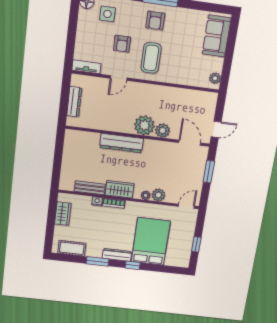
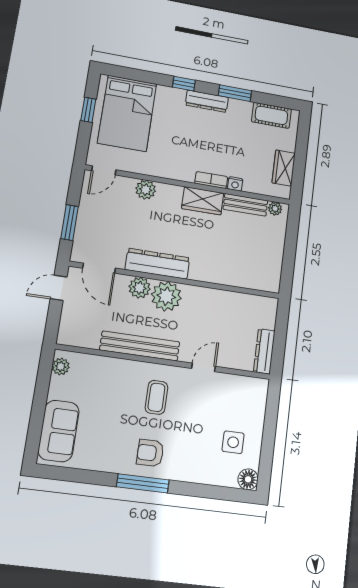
side table: (107, 14) -> (233, 442), moved
armchair: (155, 21) -> (150, 453), turned -90
armchair: (122, 44) -> (198, 418), removed
coffee table: (151, 58) -> (156, 397), width x0.73, depth x0.77
tv unit: (86, 67) -> (249, 384), removed
bench: (162, 92) -> (140, 346), added
dresser: (74, 102) -> (264, 351), moved
dresser: (121, 143) -> (157, 264), moved
plant: (146, 195) -> (275, 209), moved
bed: (151, 241) -> (127, 113), moved

